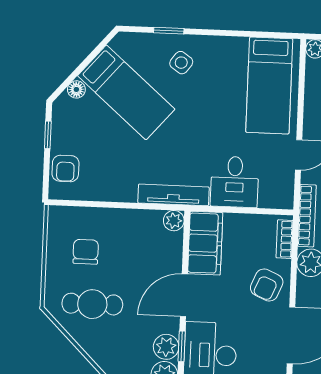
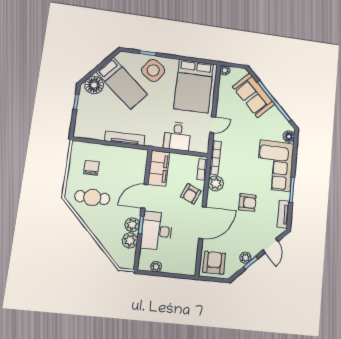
side table: (181, 63) -> (153, 70), width x1.87, depth x1.87
bed: (269, 85) -> (194, 86), width x1.50
floor lamp: (76, 89) -> (94, 85), width x1.89, depth x1.89
armchair: (65, 168) -> (84, 121), removed
tv unit: (173, 195) -> (125, 138), moved
plant: (174, 221) -> (142, 155), removed

